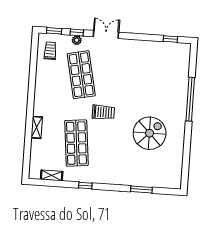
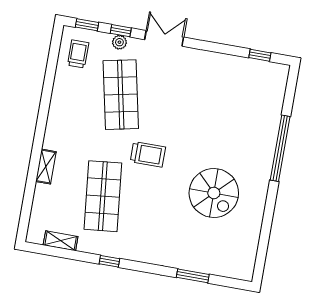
spiral stairs: (150, 133) -> (214, 193), turned 90

